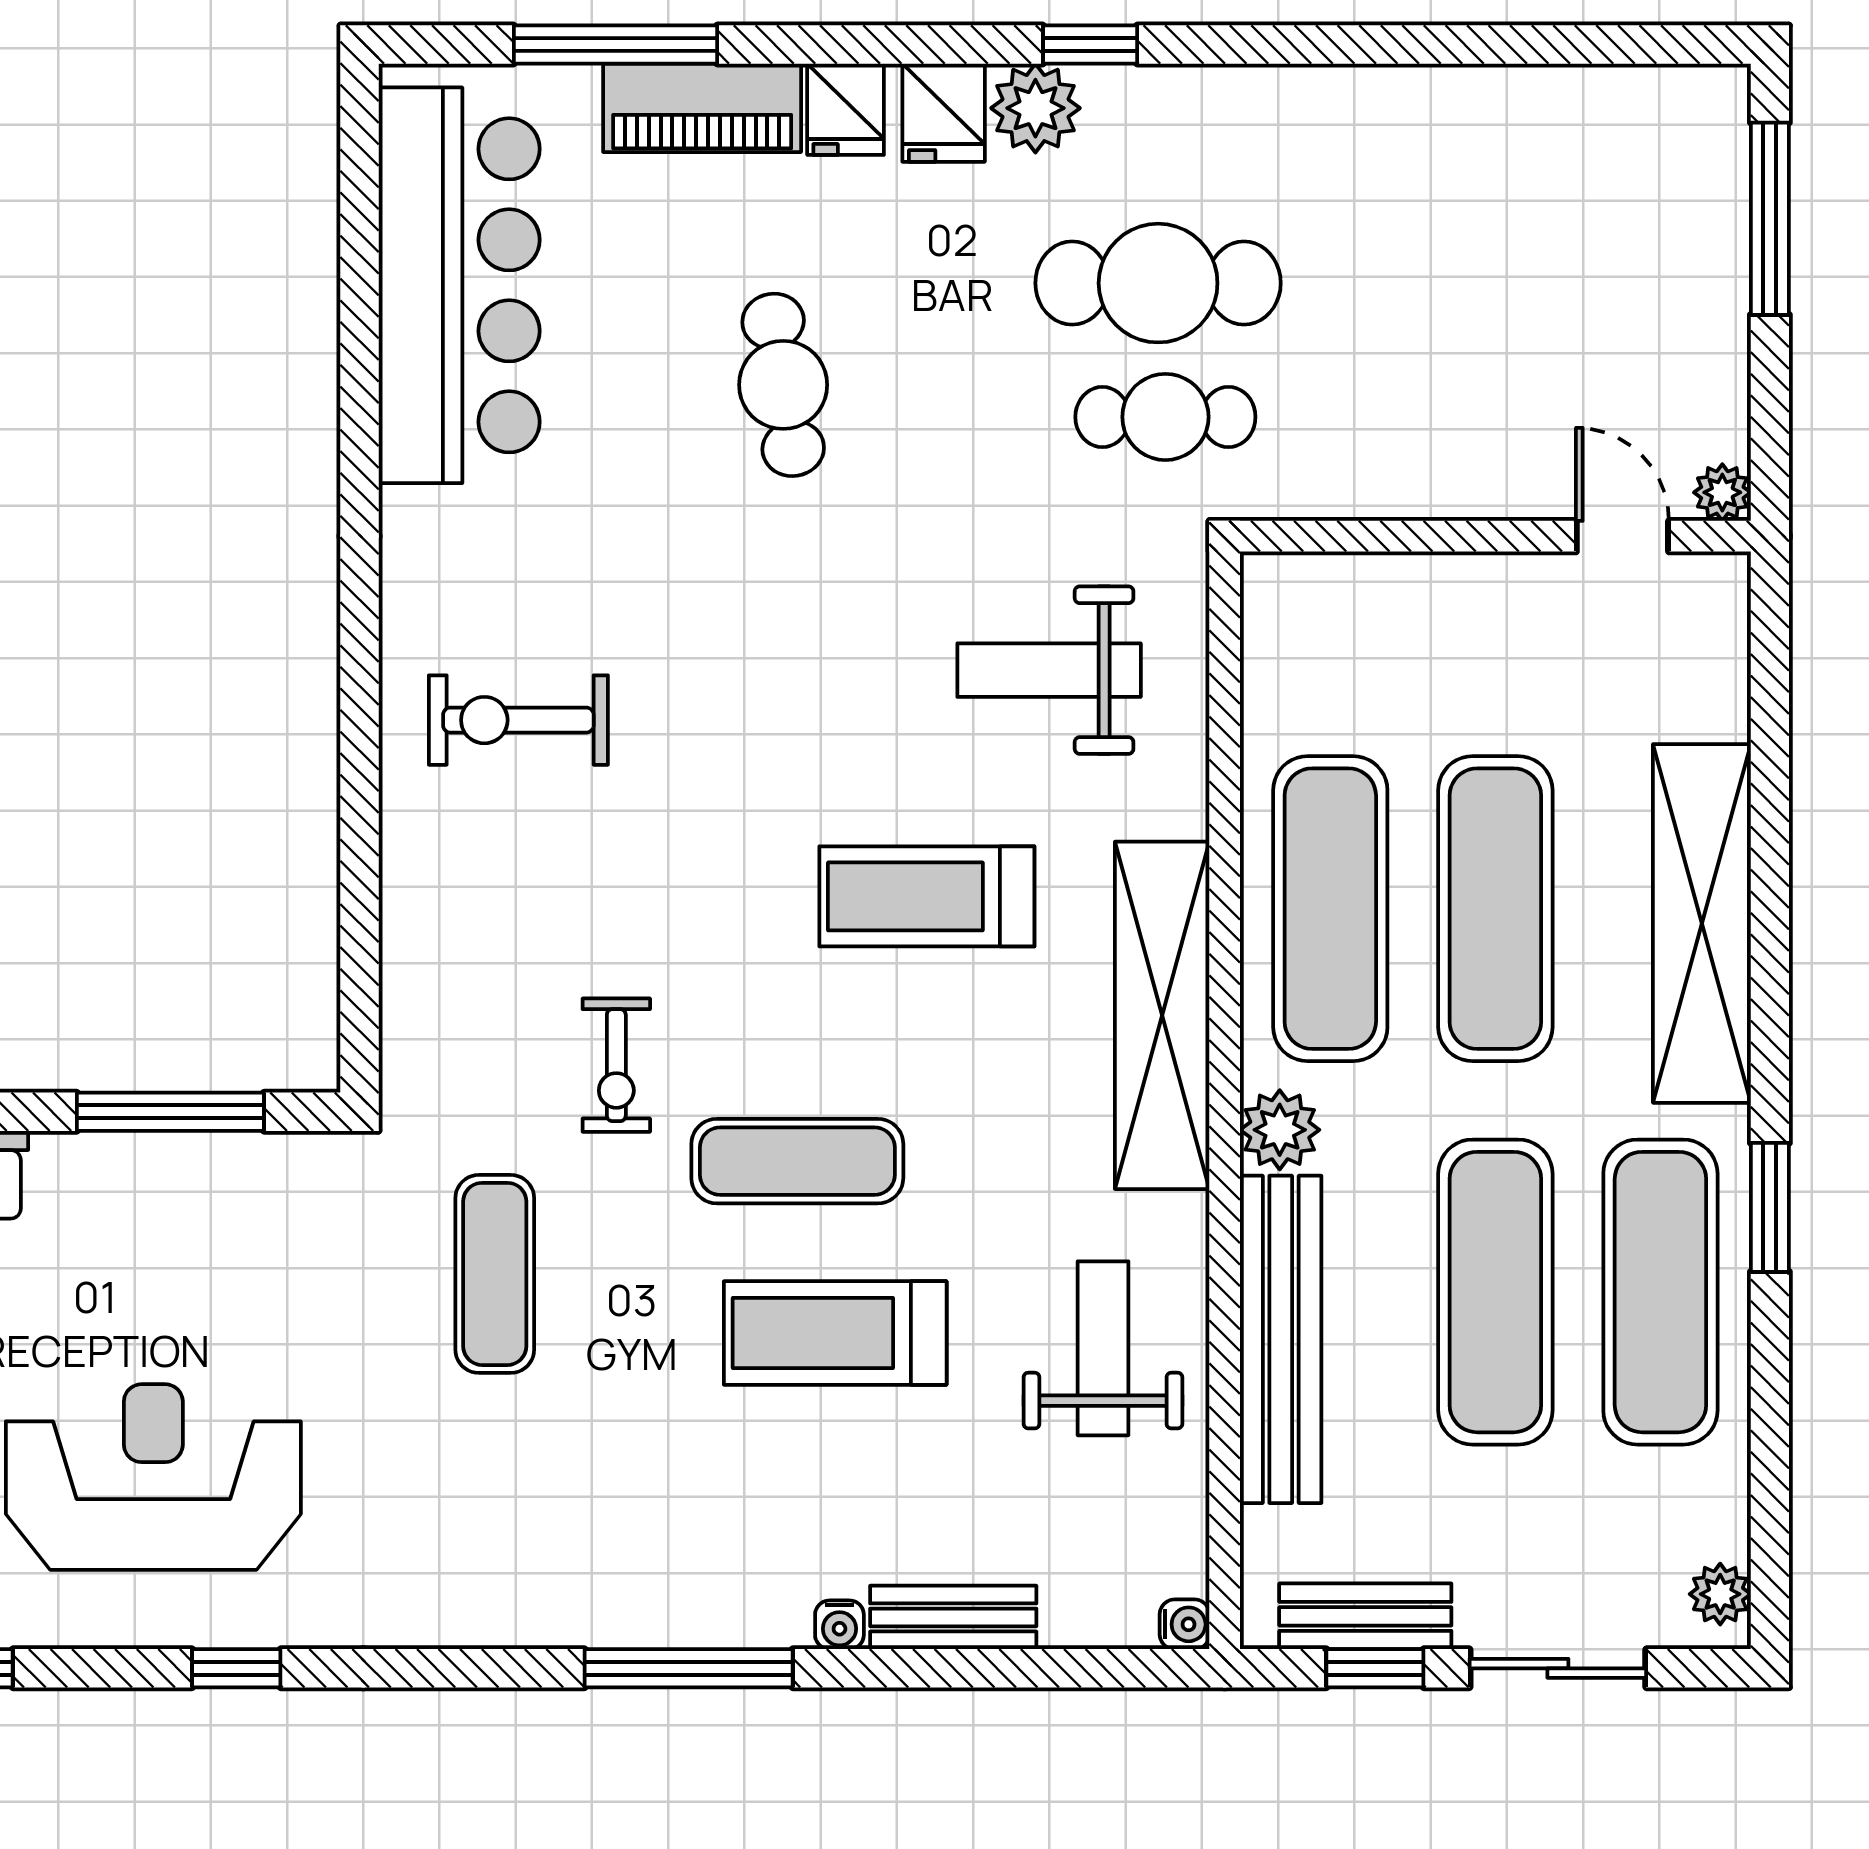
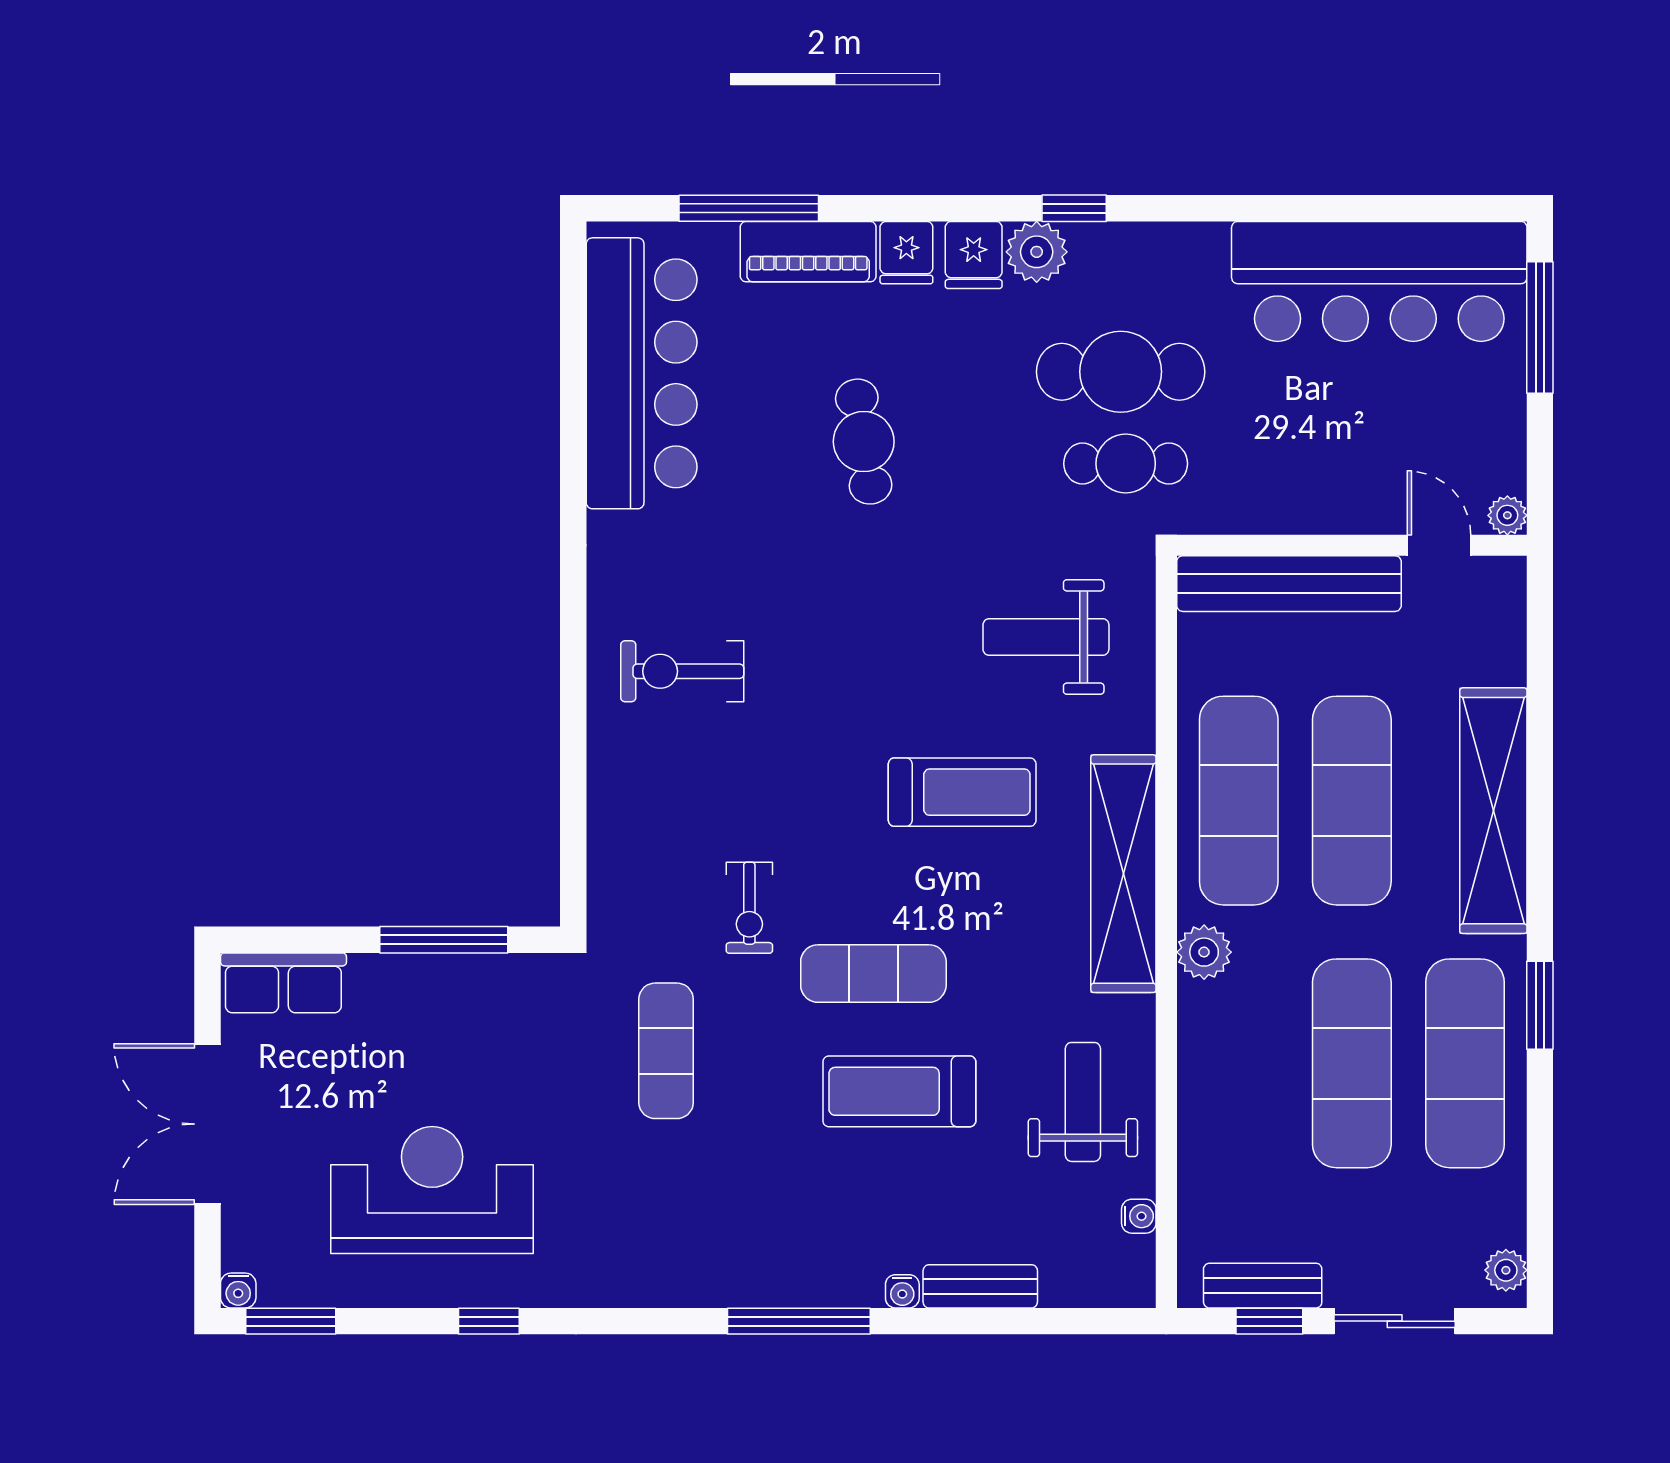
bar counter: (1535, 151) -> (1379, 281), added
treadmill: (927, 896) -> (962, 792), turned 180
bench: (1281, 1339) -> (1289, 584), moved, turned 90
water cooler: (1185, 1624) -> (1139, 1216), moved

